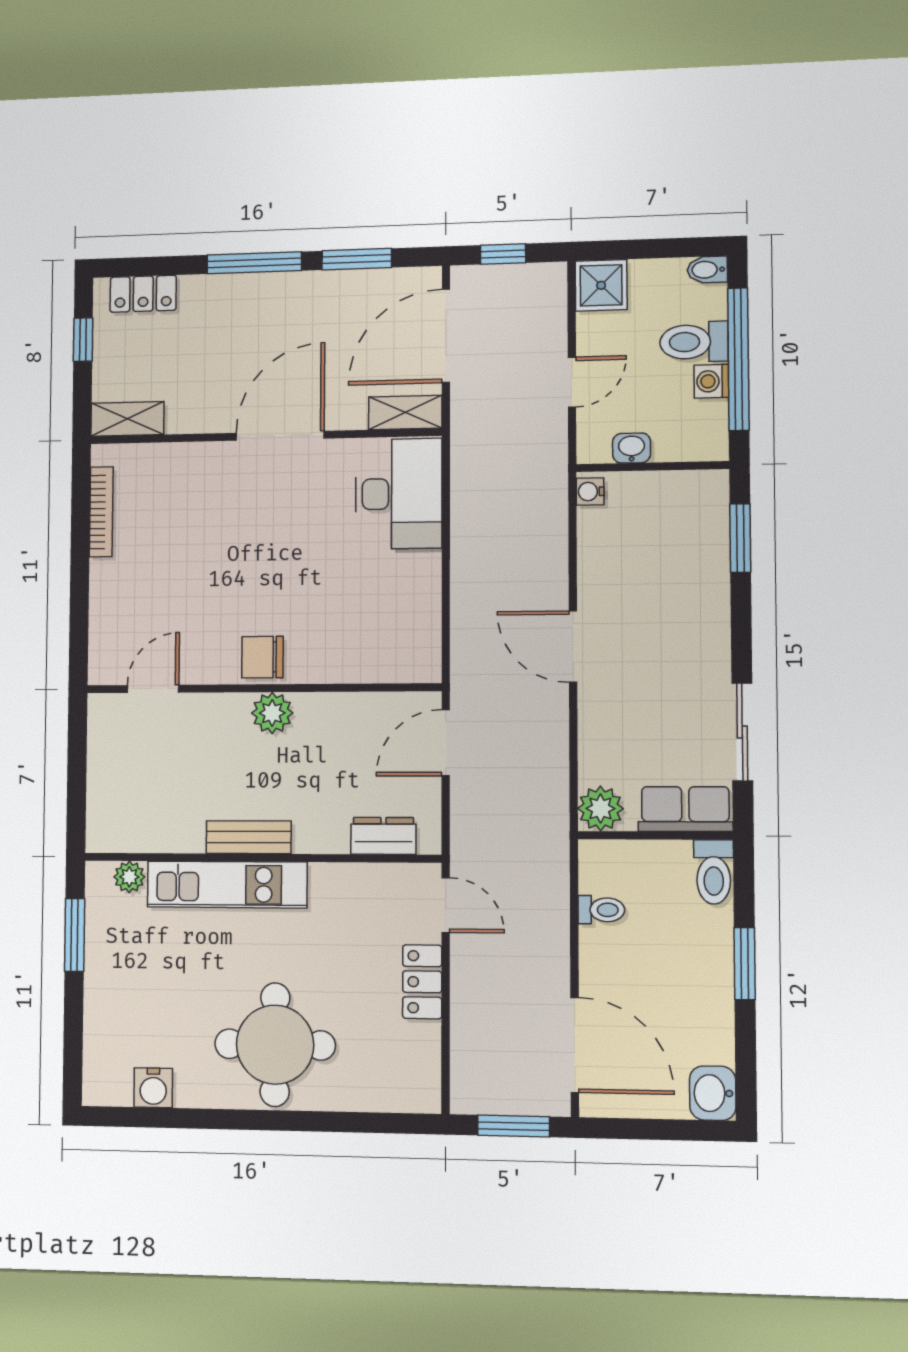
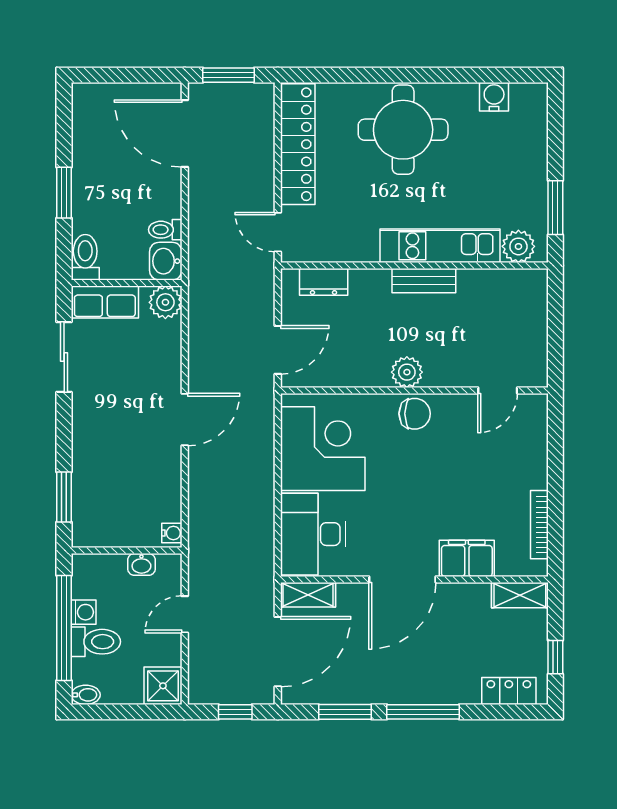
filing cabinet: (196, 466) -> (467, 558), added
corner desk: (385, 609) -> (323, 449), added
door: (573, 647) -> (185, 420), hinge flipped
plant: (129, 877) -> (518, 246), width x1.38, depth x1.38
locker: (422, 982) -> (298, 144), width x2.16, depth x1.21
washbasin: (713, 1093) -> (166, 261), moved, turned 180

